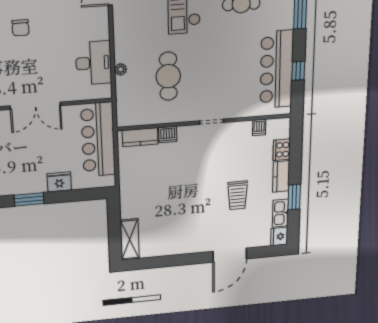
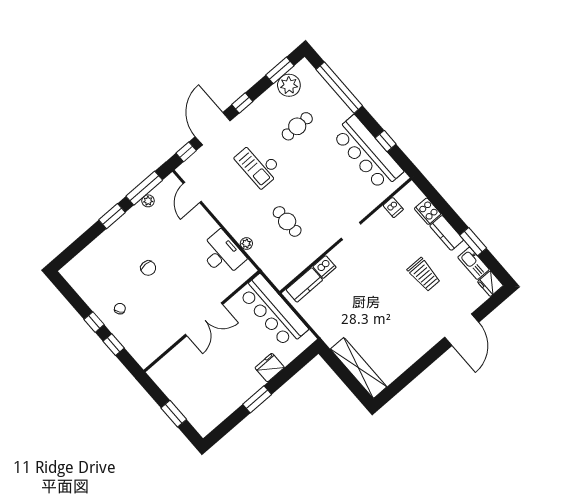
cafe table: (168, 76) -> (287, 221), width x0.73, depth x0.74
shelving: (130, 240) -> (359, 368), width x1.47

